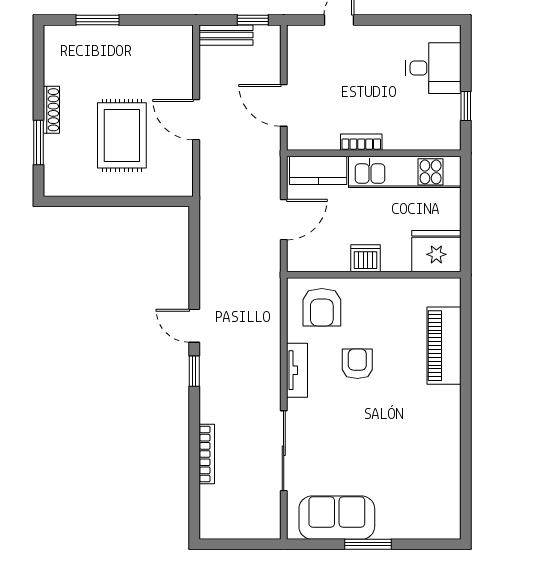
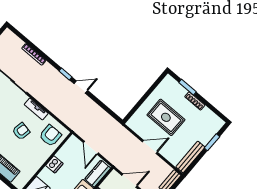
bench: (154, 36) -> (190, 157), added
armchair: (322, 307) -> (50, 135), turned 90
armchair: (357, 364) -> (21, 131), turned -79

